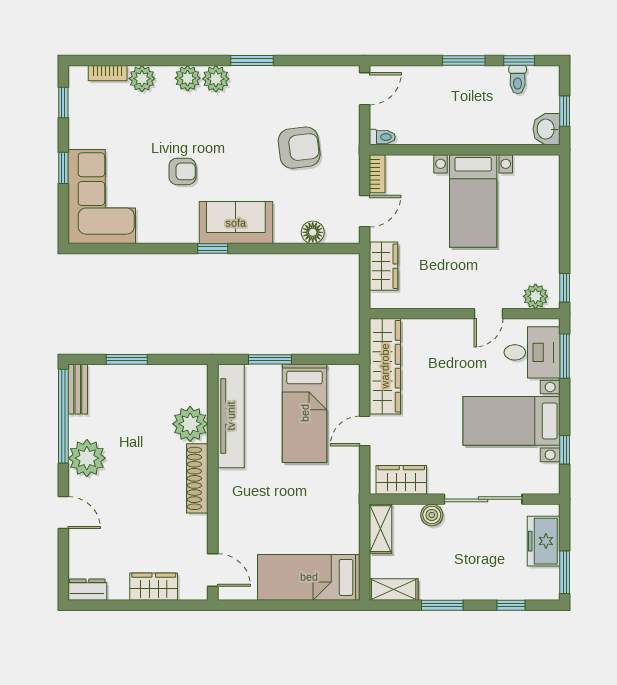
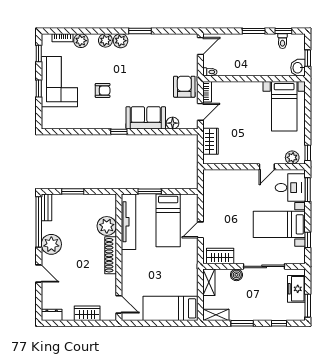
armchair: (299, 148) -> (184, 87), moved, turned -83
corner sofa: (102, 197) -> (59, 82), moved
bed with nightstands: (473, 201) -> (284, 106), moved
sofa: (236, 223) -> (146, 118), moved
wardrobe: (385, 366) -> (211, 195), removed

